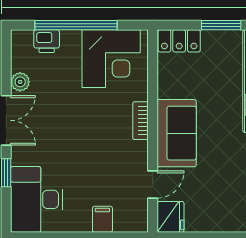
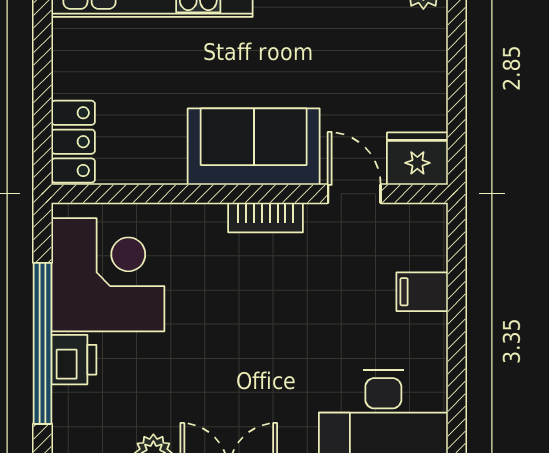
window: (221, 25) -> (42, 60), removed
printer: (47, 41) -> (74, 360), moved
bookcase: (140, 121) -> (266, 217), moved

